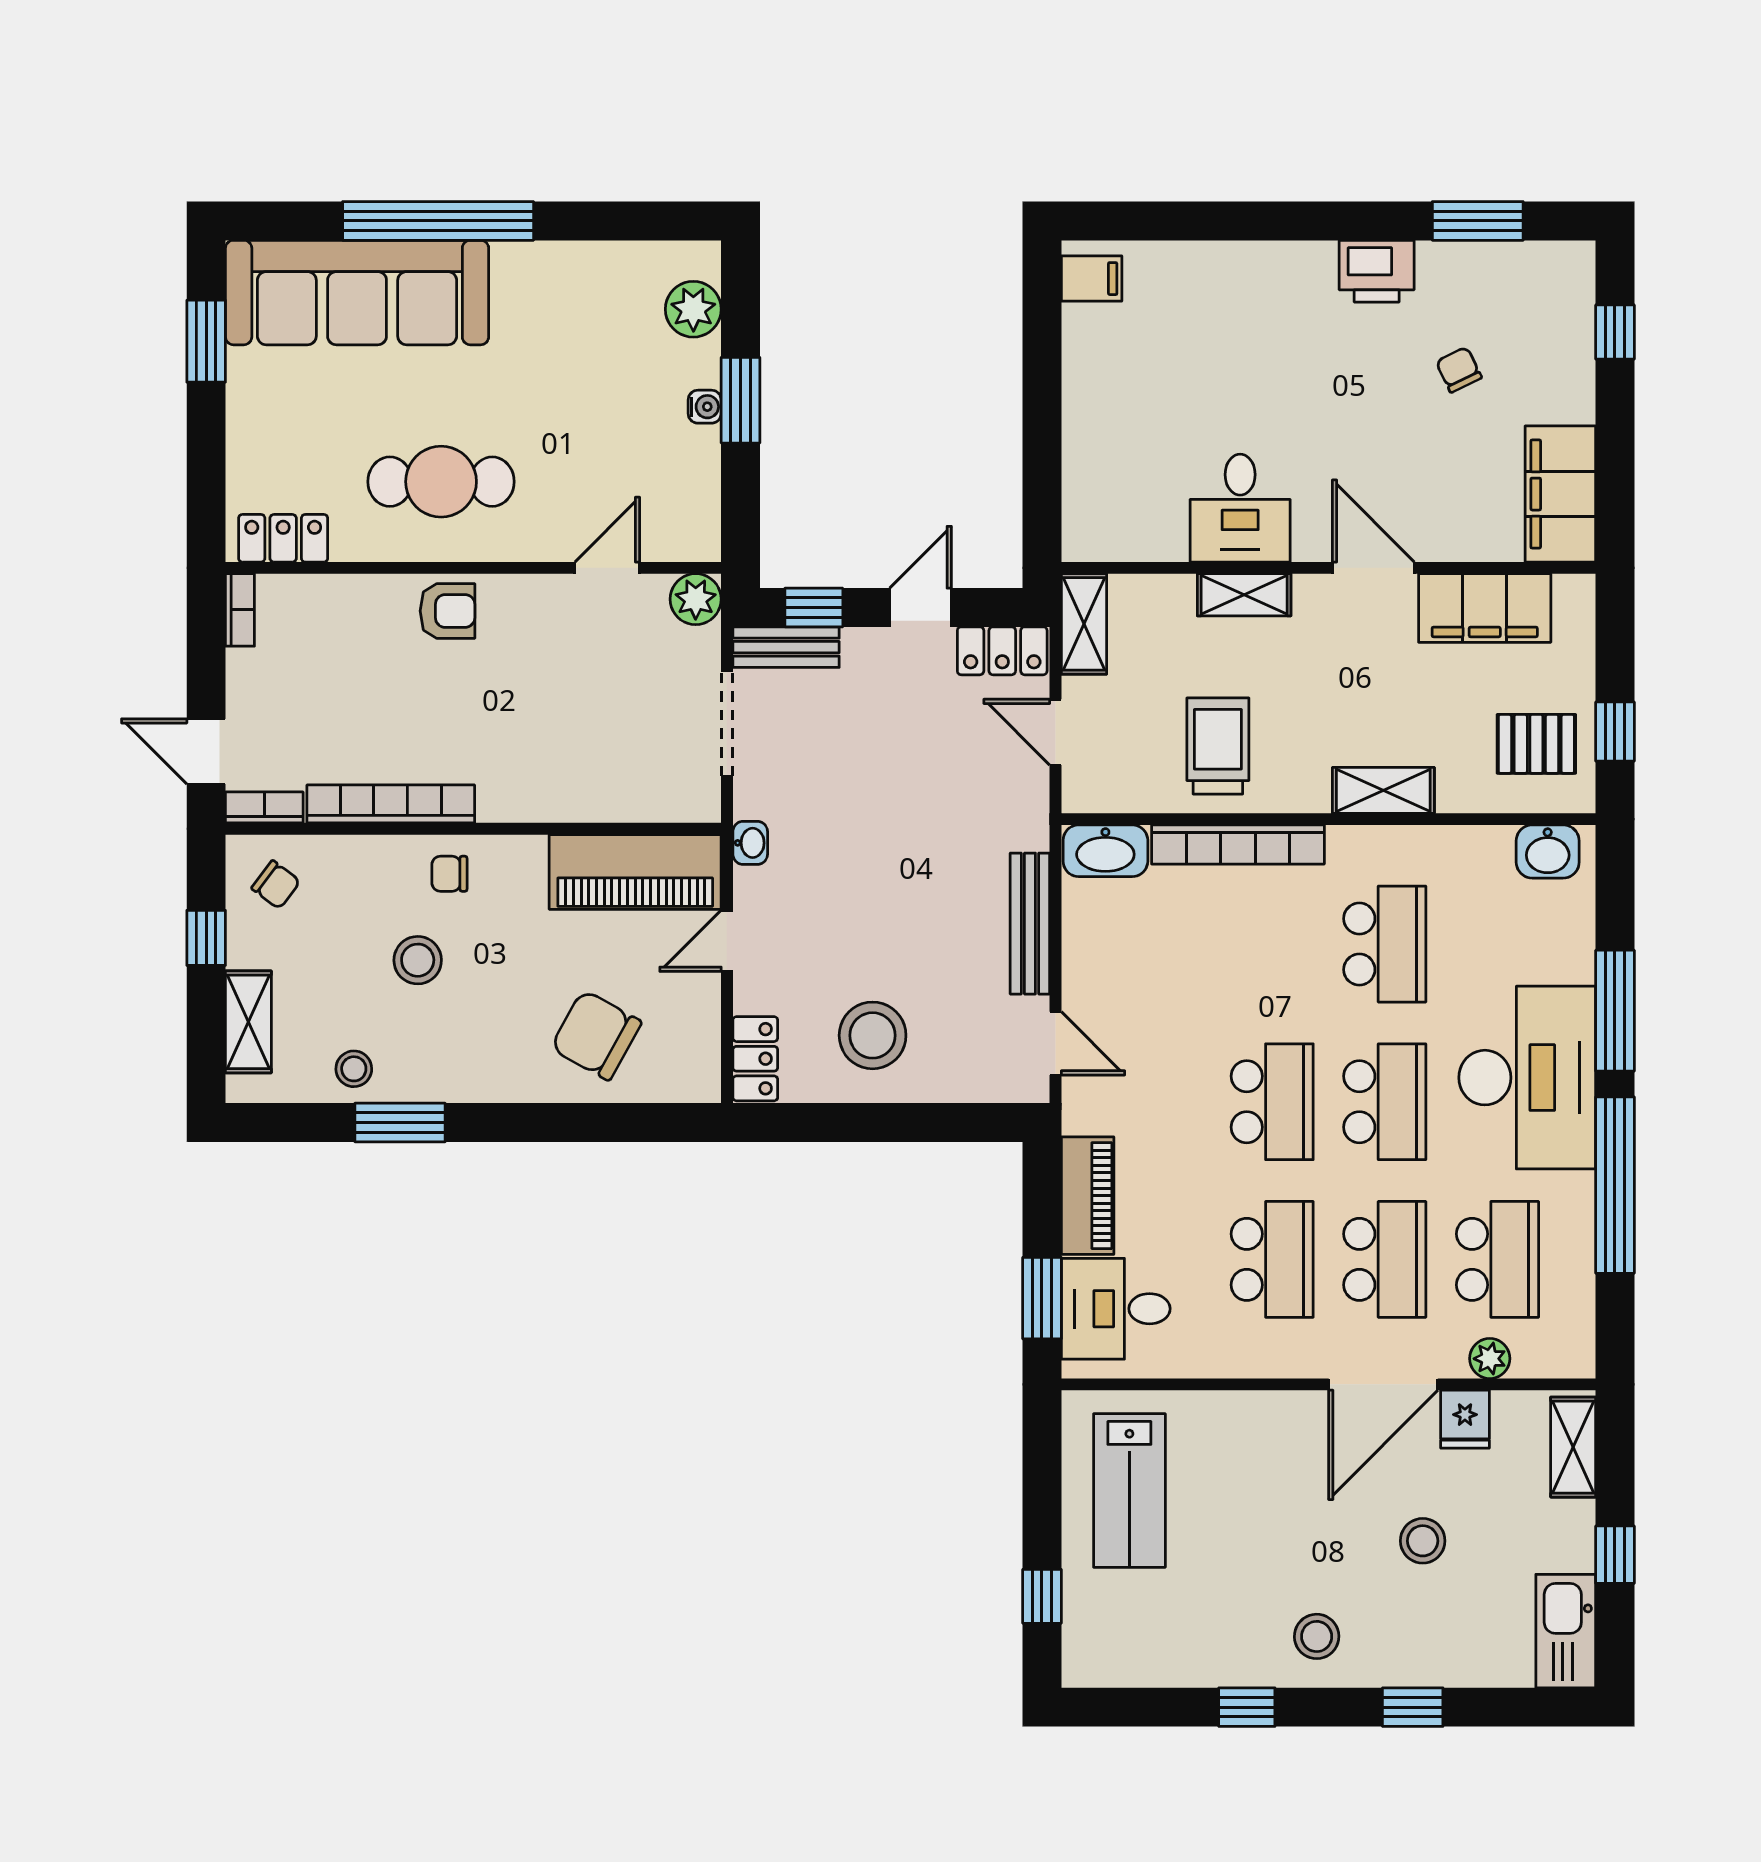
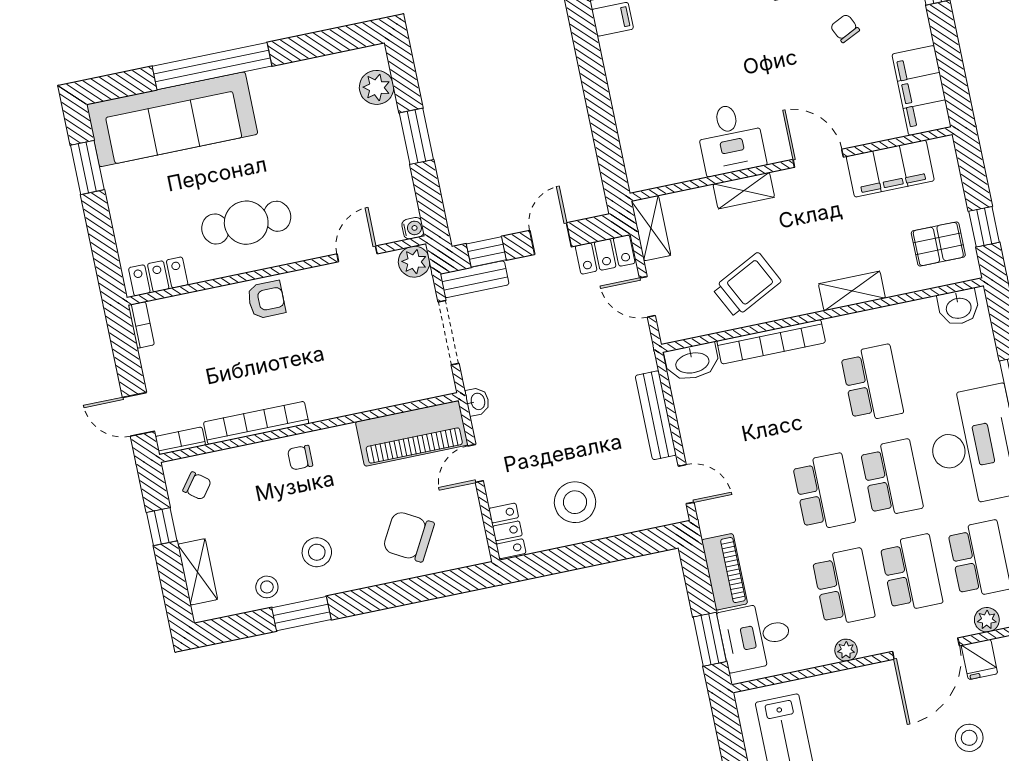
water cooler: (705, 407) -> (413, 228), moved
trolley: (1218, 746) -> (747, 285), turned 63
stool: (418, 960) -> (317, 552), moved
plant: (1256, 1360) -> (846, 650), added

